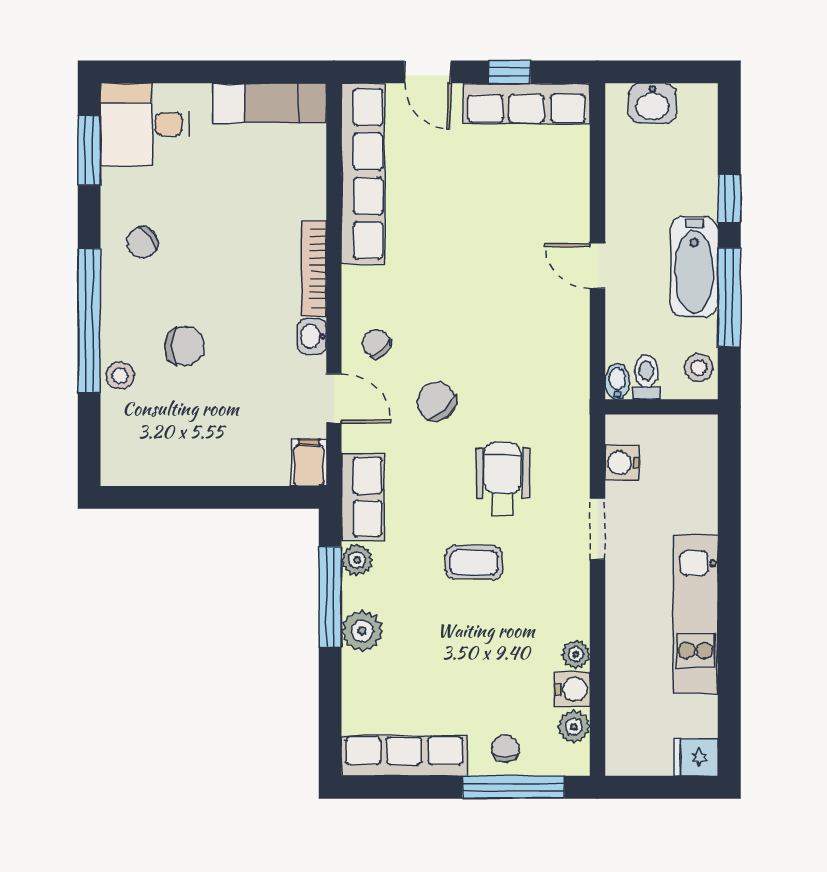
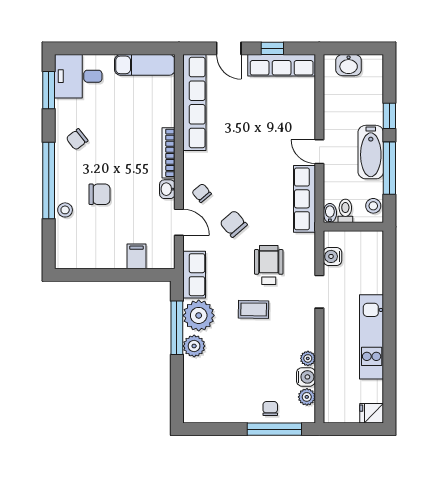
filing cabinet: (309, 463) -> (136, 256), moved
plant: (357, 560) -> (199, 315), width x1.88, depth x1.88
row of seats: (404, 756) -> (304, 199), moved, turned -90

